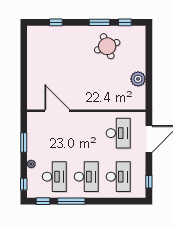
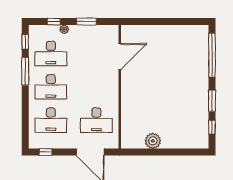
window: (56, 22) -> (212, 55), width x3.17
round table: (107, 46) -> (187, 109), removed
window: (24, 184) -> (54, 22), moved

